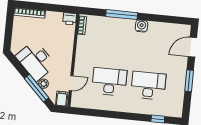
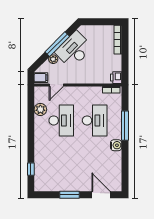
door: (71, 83) -> (56, 85), hinge flipped
desk: (148, 86) -> (95, 120), moved
window: (36, 88) -> (57, 44), moved
plant: (95, 103) -> (40, 109), added

